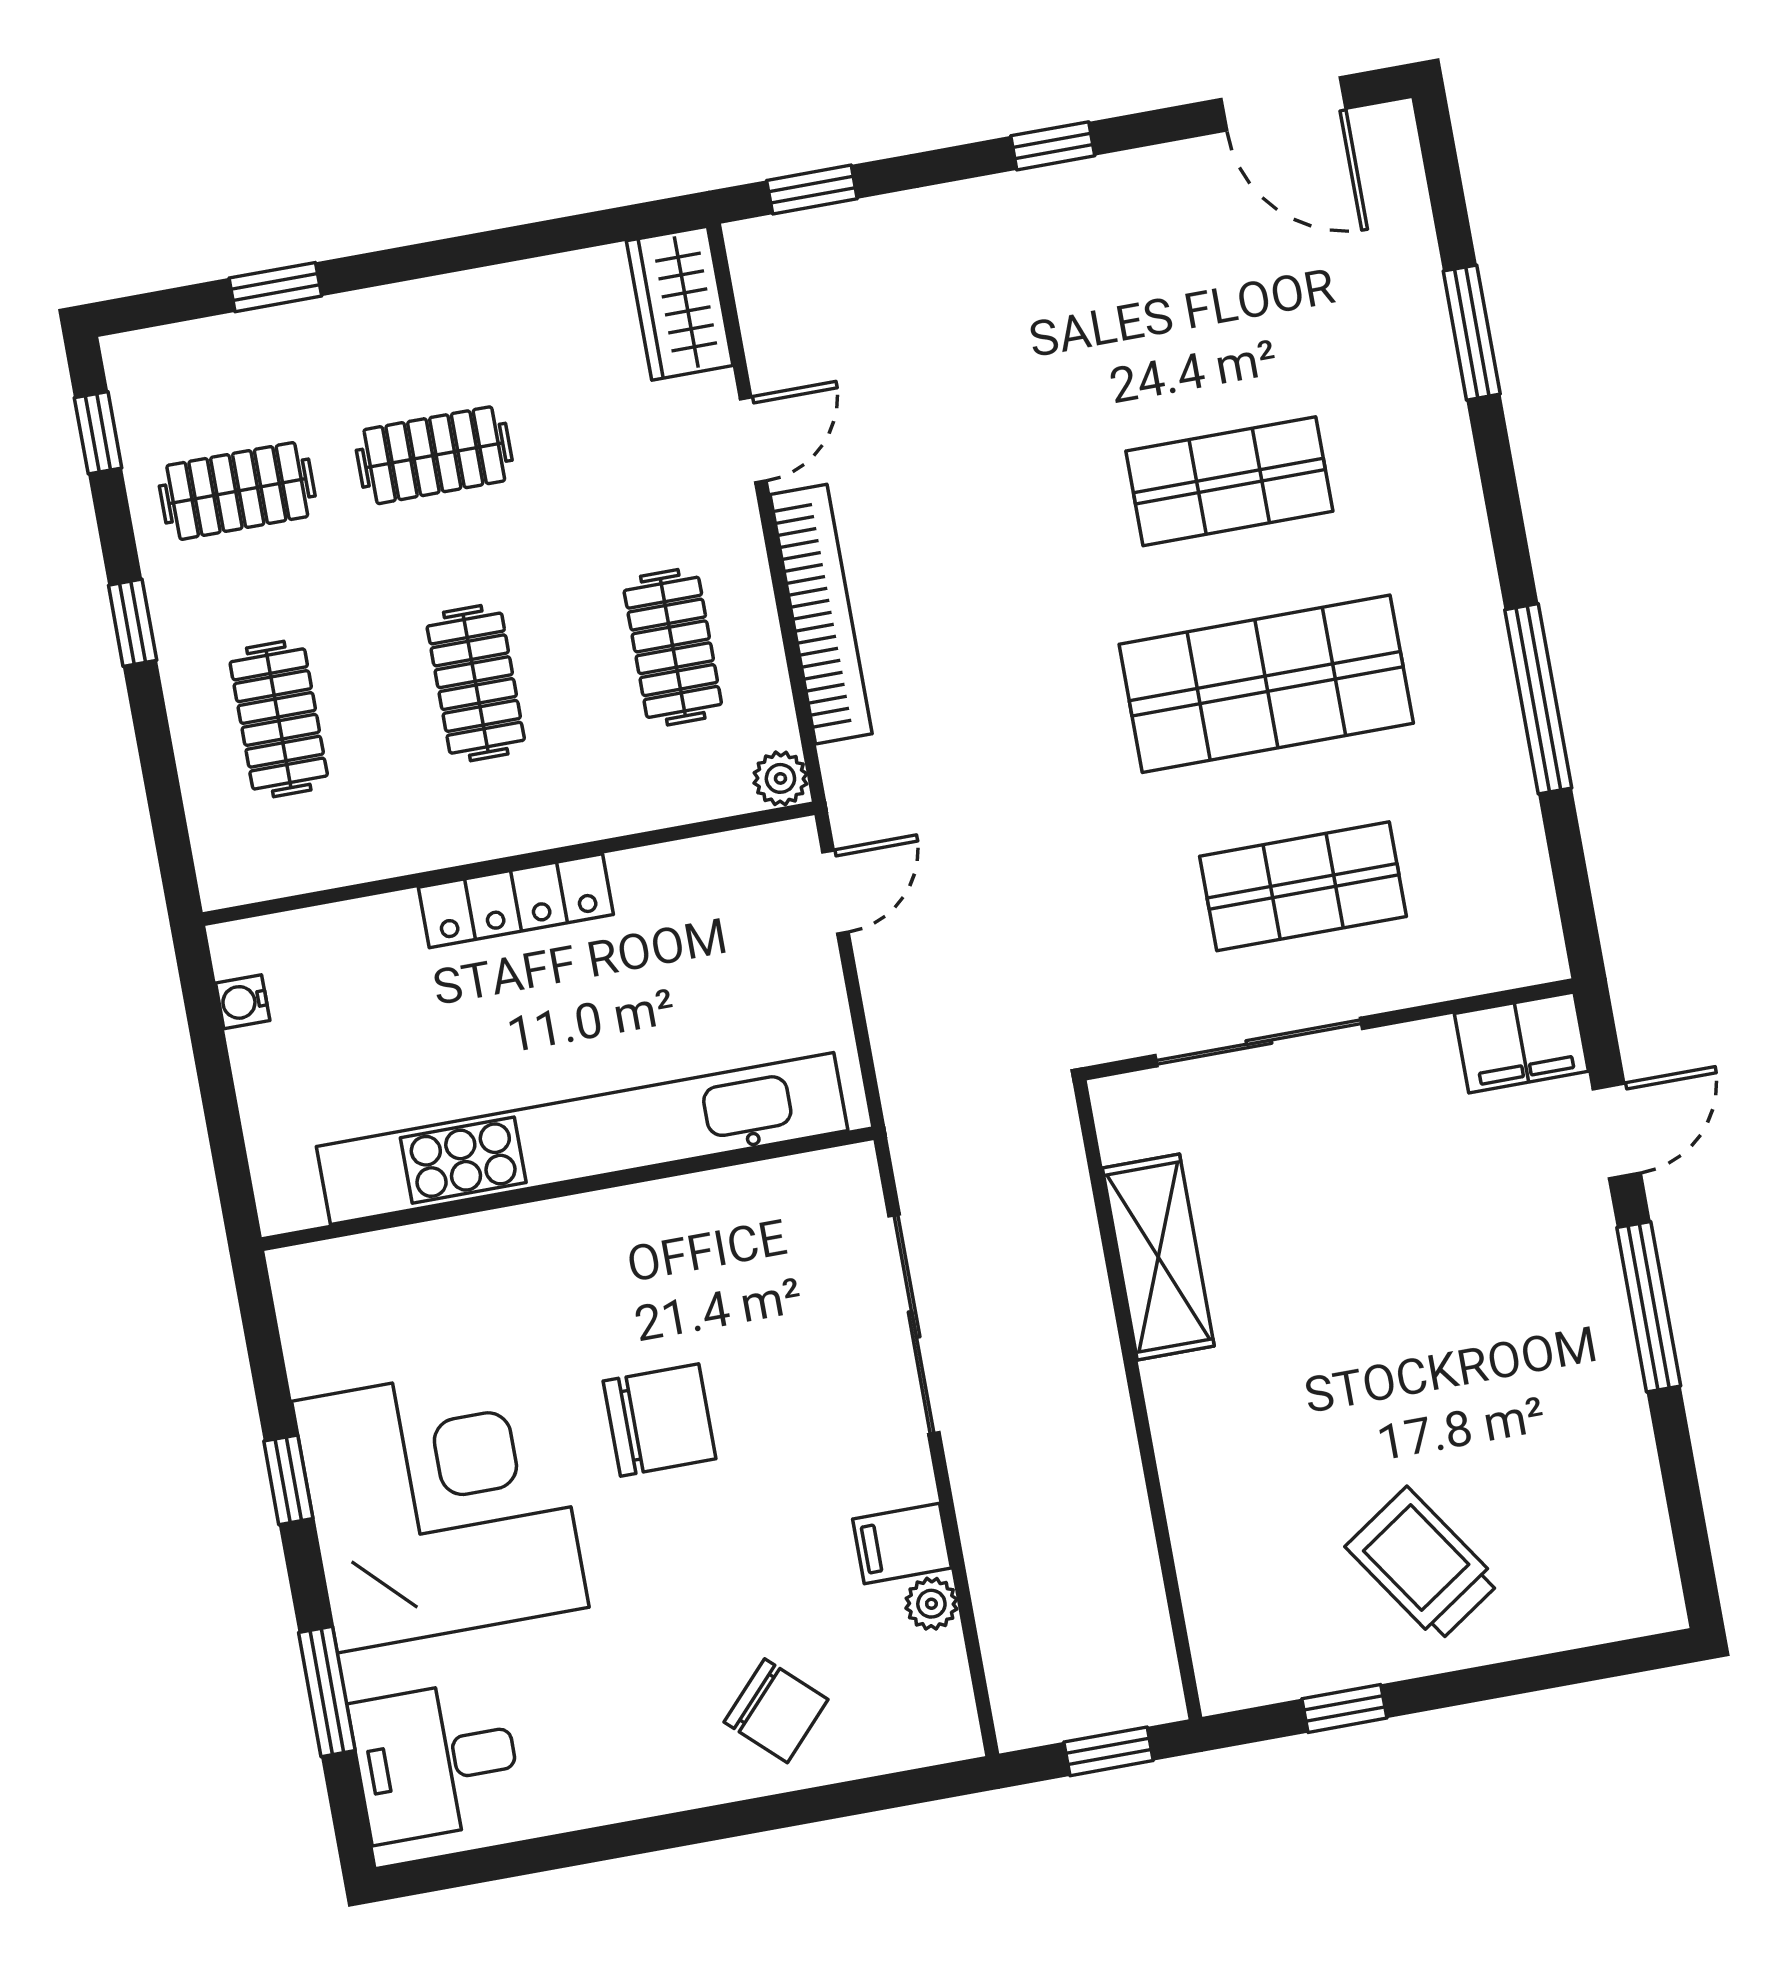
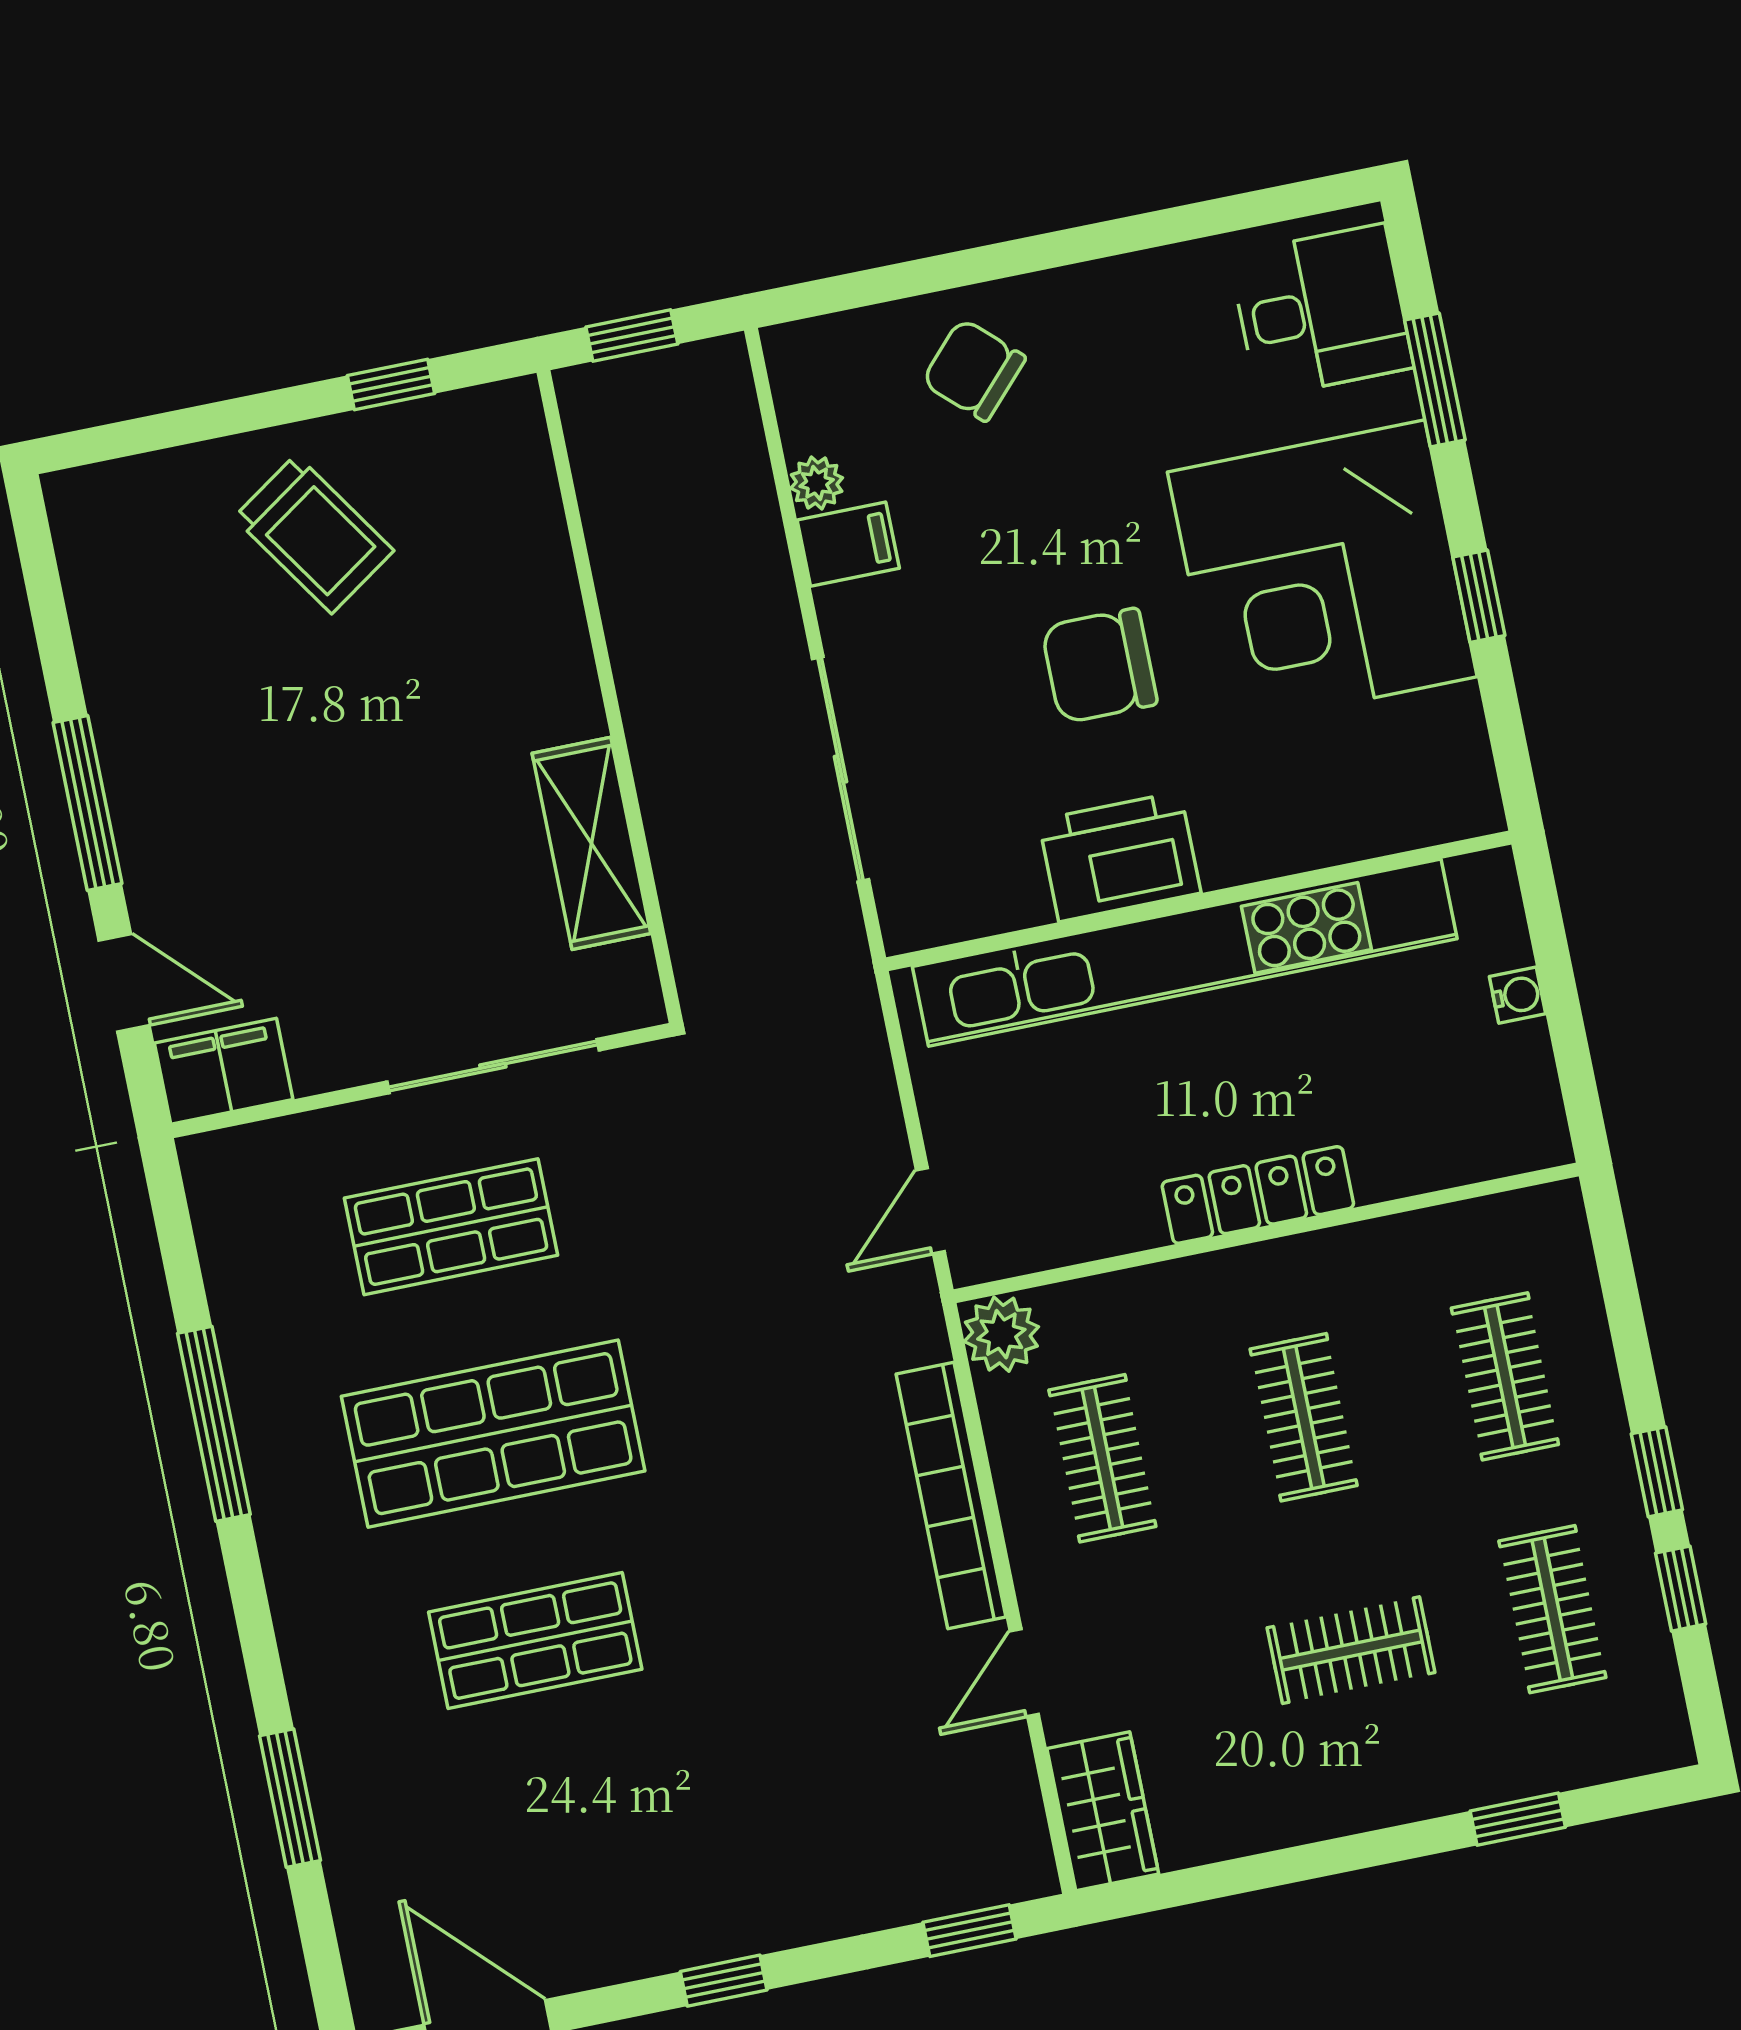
window: (98, 433) -> (1681, 1589), moved
clothes rail: (237, 491) -> (1552, 1609), turned 90
plant: (780, 778) -> (1001, 1334), width x1.38, depth x1.38
water cooler: (243, 1002) -> (1518, 995), moved
door: (1617, 1131) -> (124, 983), swing flipped
printer: (644, 1233) -> (1120, 857), added

